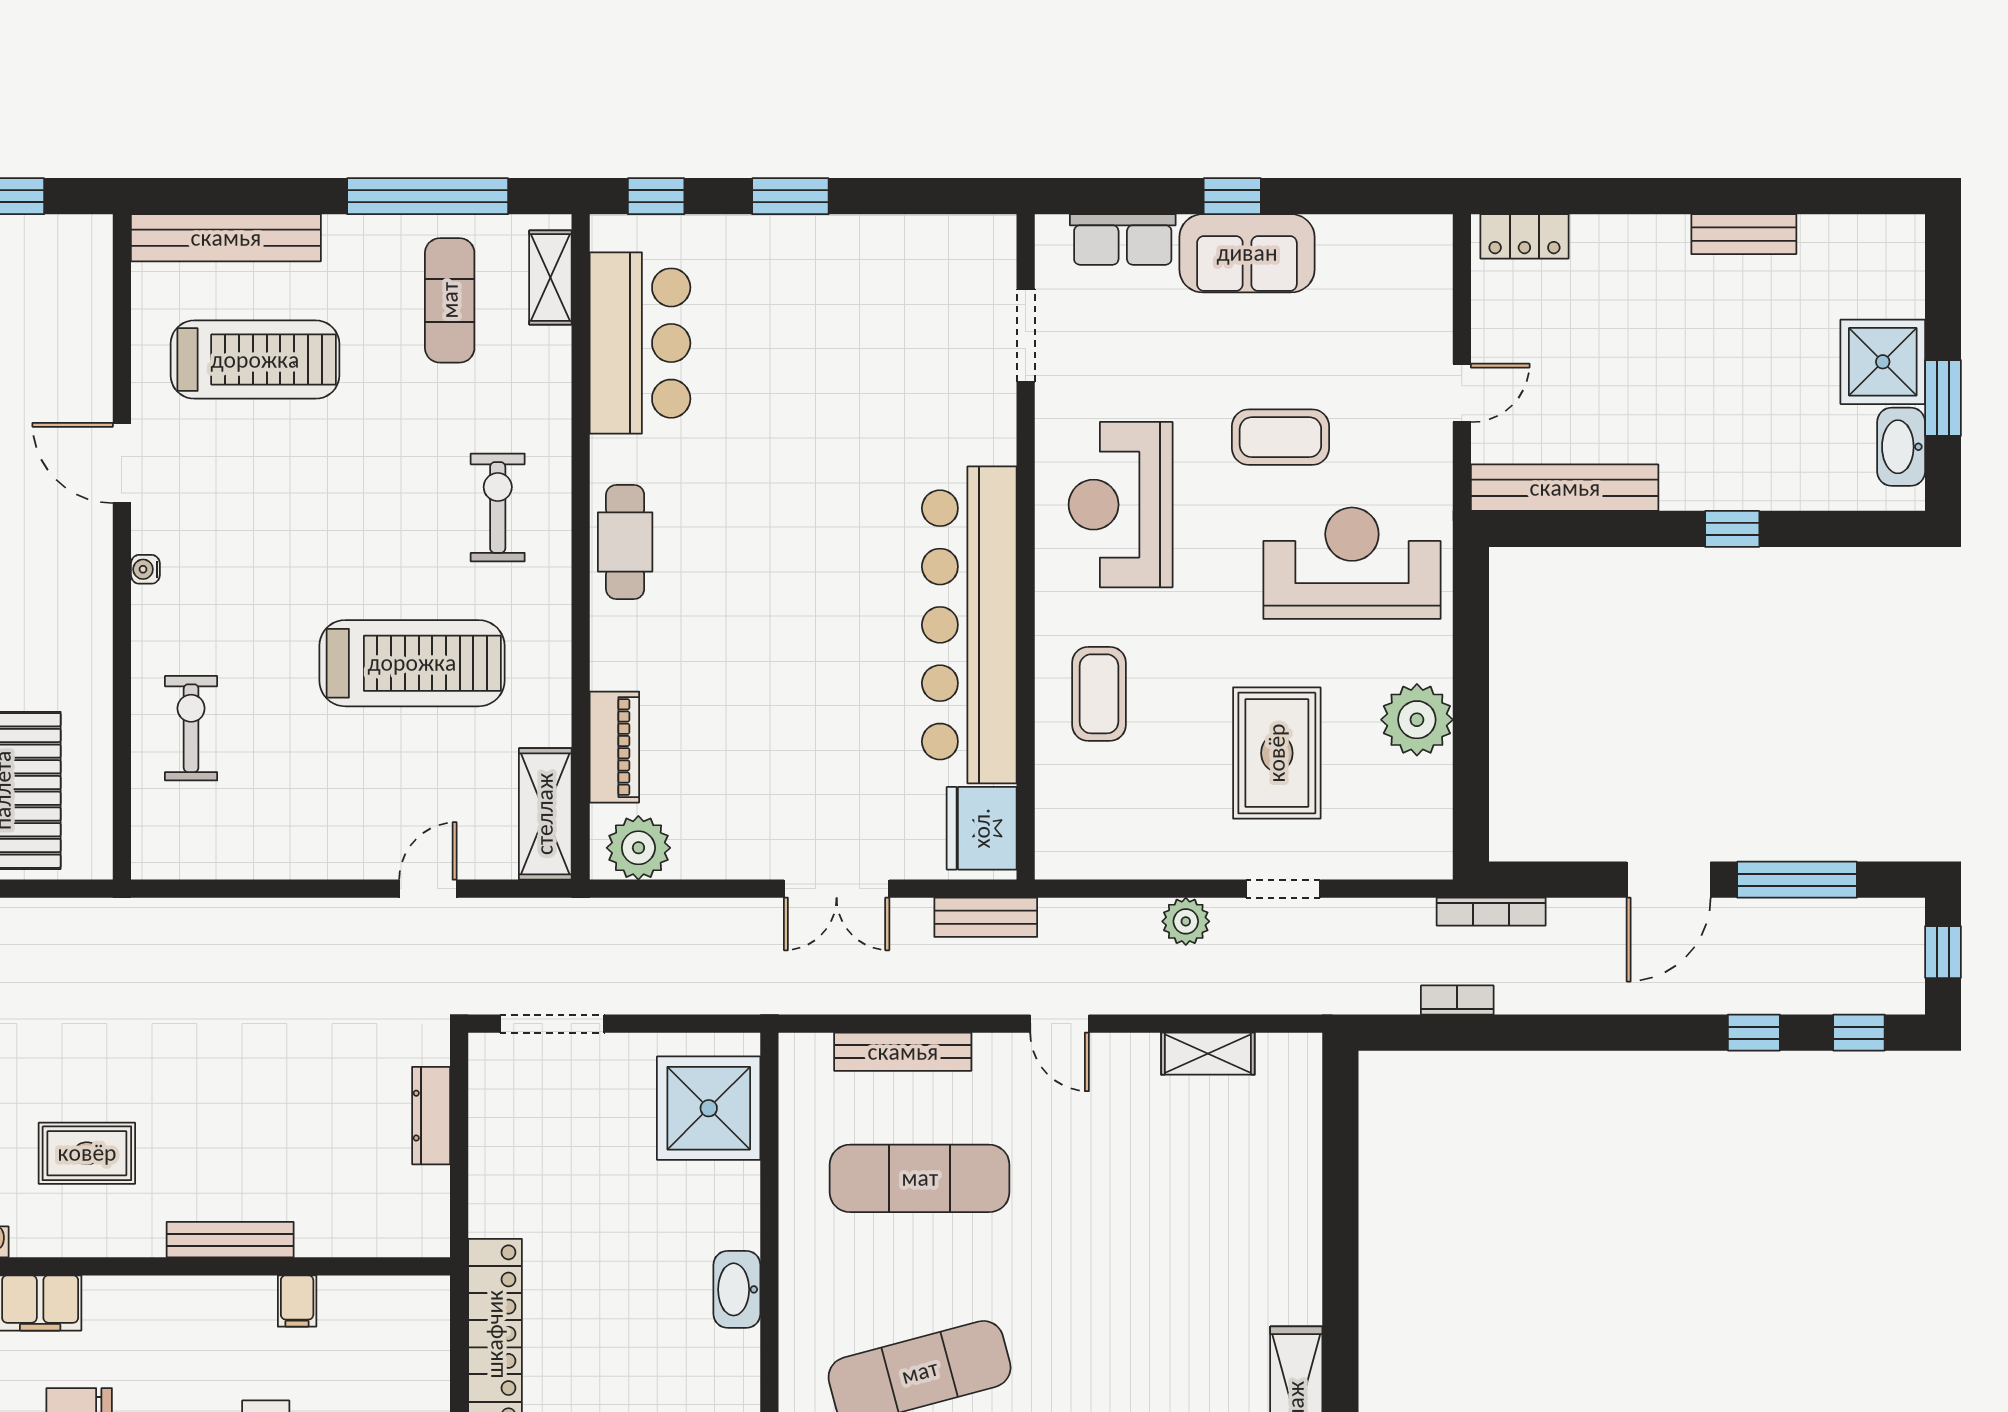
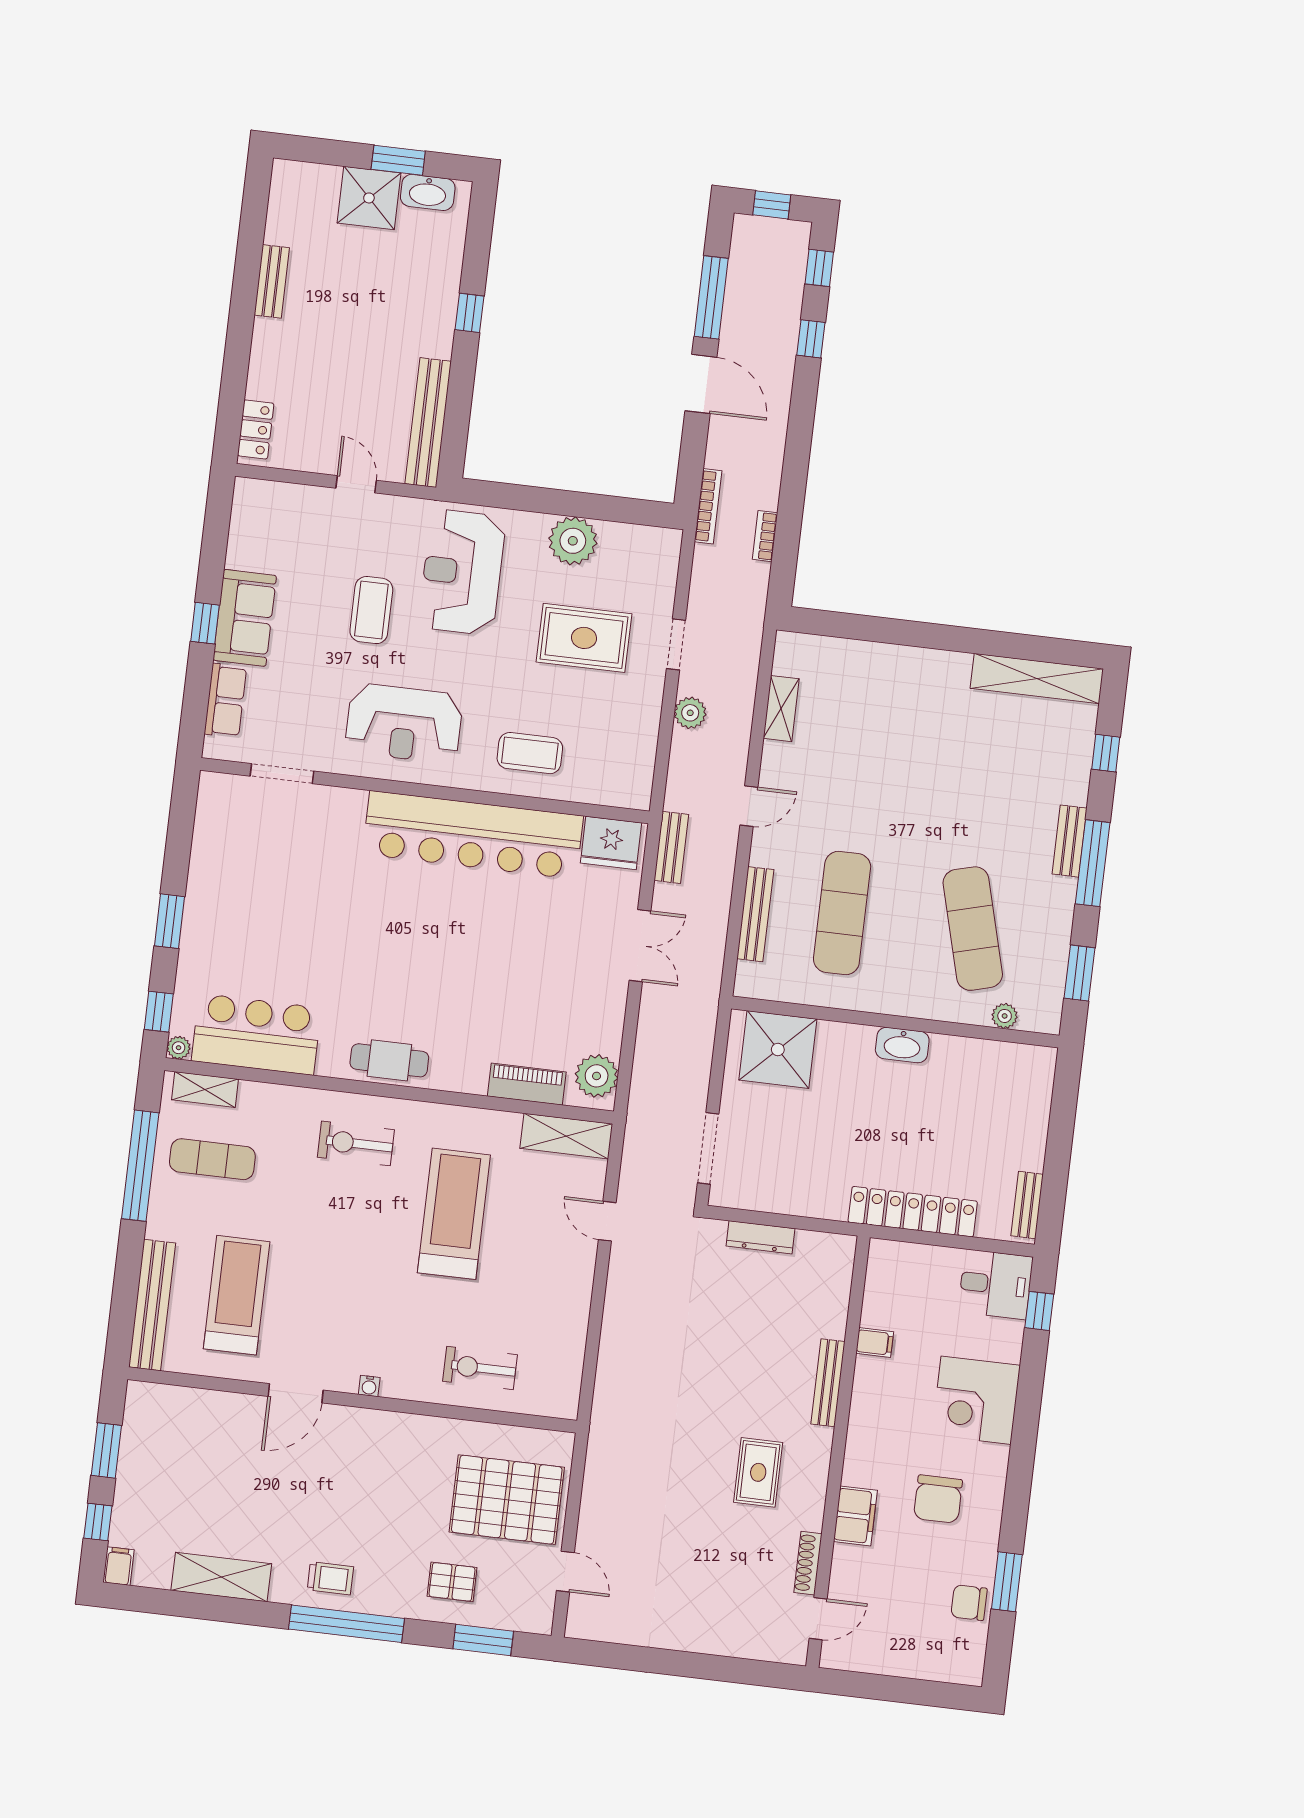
plant: (607, 231) -> (179, 1048), added

